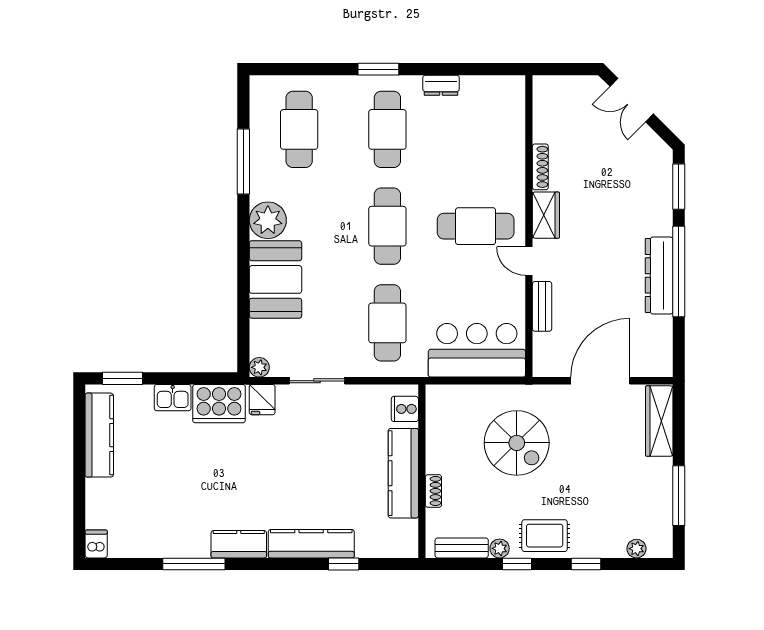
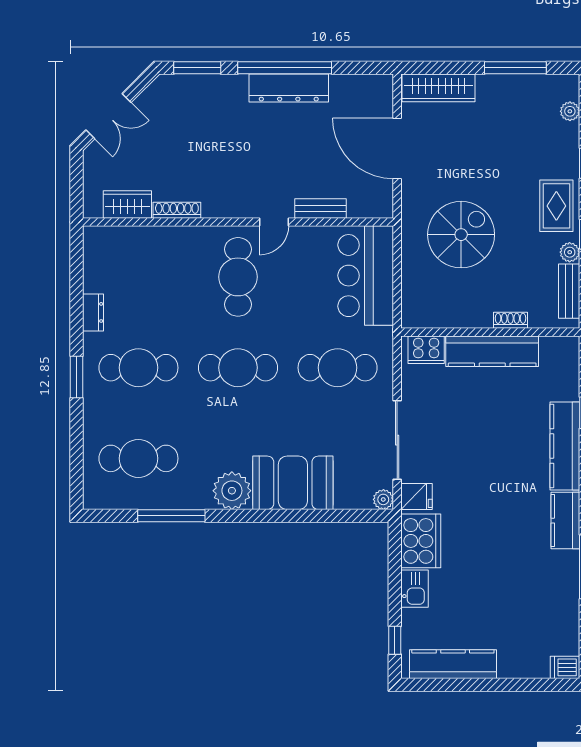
wardrobe: (546, 215) -> (127, 204), moved
window: (122, 378) -> (395, 640), width x0.67
sliding door: (317, 381) -> (397, 440), width x1.37
cooker: (405, 409) -> (426, 350), width x1.36

